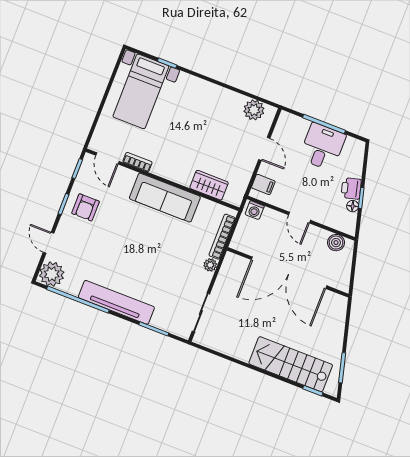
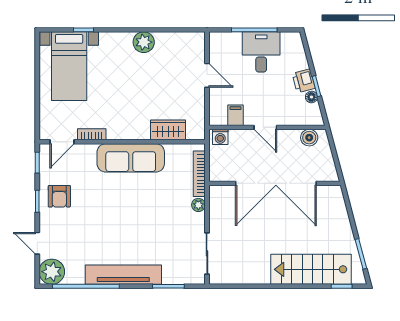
plant: (254, 110) -> (144, 42), moved
door: (107, 158) -> (62, 142), hinge flipped
filing cabinet: (263, 184) -> (235, 115), moved, turned -90

